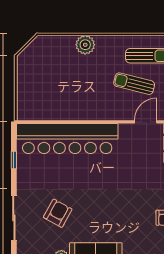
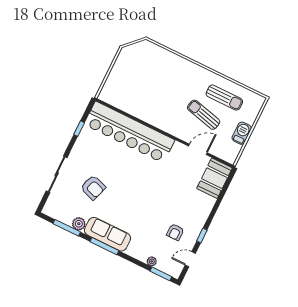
plant: (85, 45) -> (180, 65), removed
armchair: (58, 213) -> (93, 187), turned 80

